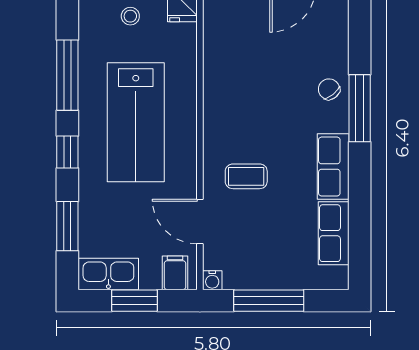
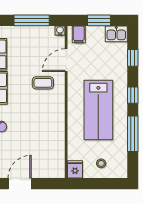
lab bench: (136, 122) -> (98, 110), turned 180
door: (200, 221) -> (66, 60), swing flipped
window: (67, 226) -> (133, 58), width x0.67
kitchen sink: (108, 274) -> (116, 34), width x0.73

